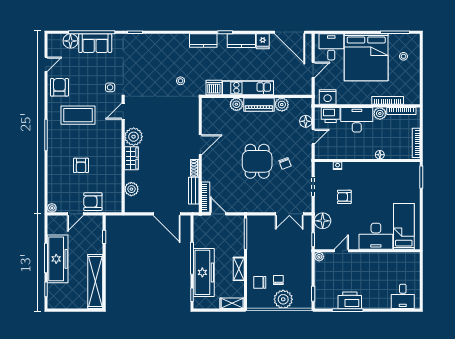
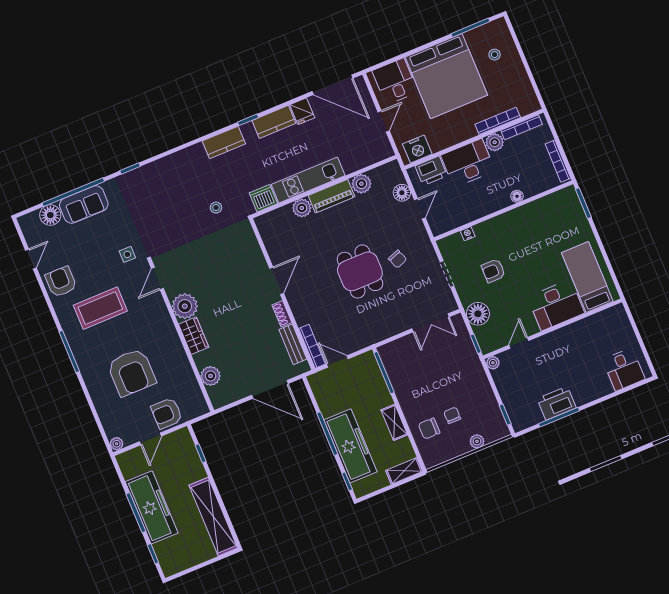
armchair: (81, 165) -> (132, 372), width x1.88, depth x1.88
plant: (283, 299) -> (477, 441), width x0.53, depth x0.53

